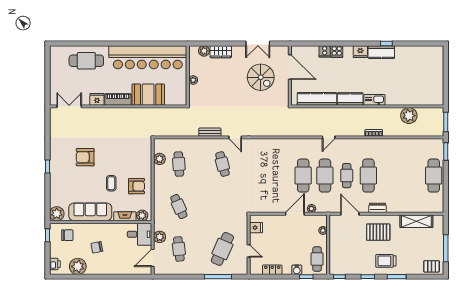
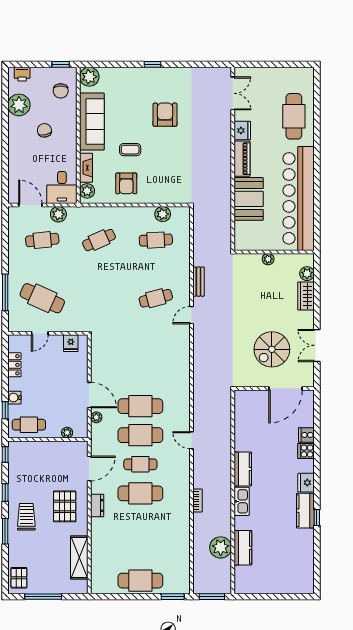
kitchen counter: (317, 99) -> (243, 548), moved, width x0.67

